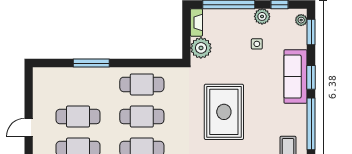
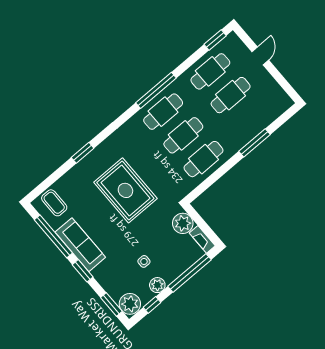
plant: (301, 20) -> (130, 304), width x1.88, depth x1.88
sofa: (296, 77) -> (80, 245), moved

